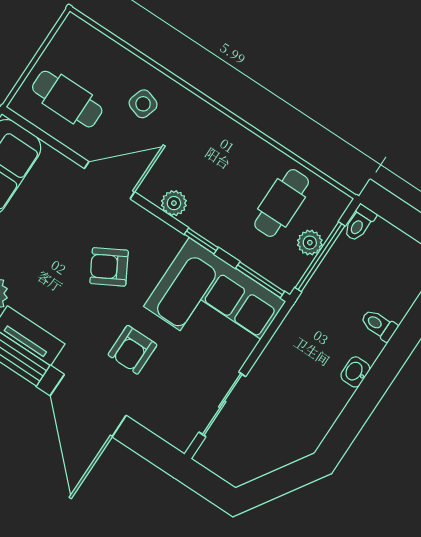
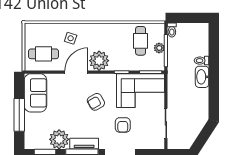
plant: (174, 203) -> (99, 61), width x1.88, depth x1.88
washbasin: (355, 372) -> (202, 77), width x1.91, depth x1.45

